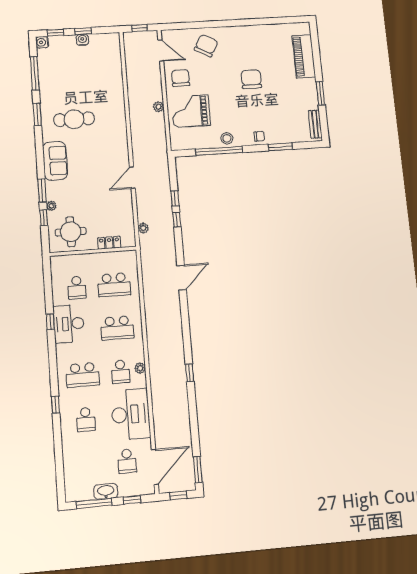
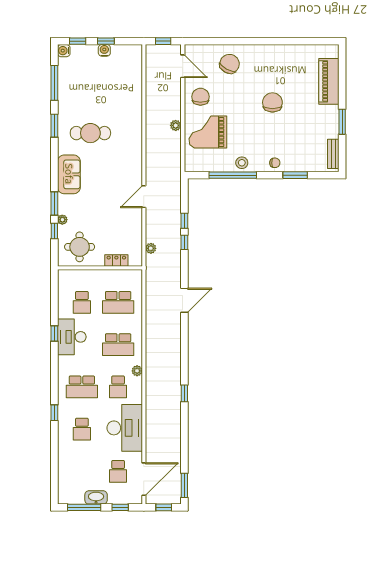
plant: (140, 368) -> (137, 371), moved

